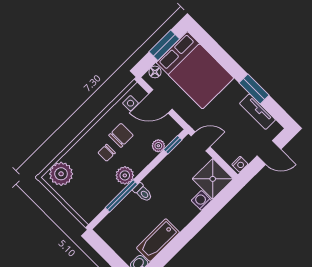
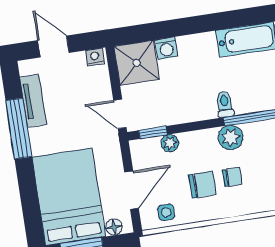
window: (254, 89) -> (19, 129), width x1.44
door: (161, 101) -> (132, 190), hinge flipped
chair: (121, 135) -> (202, 185), turned 180

